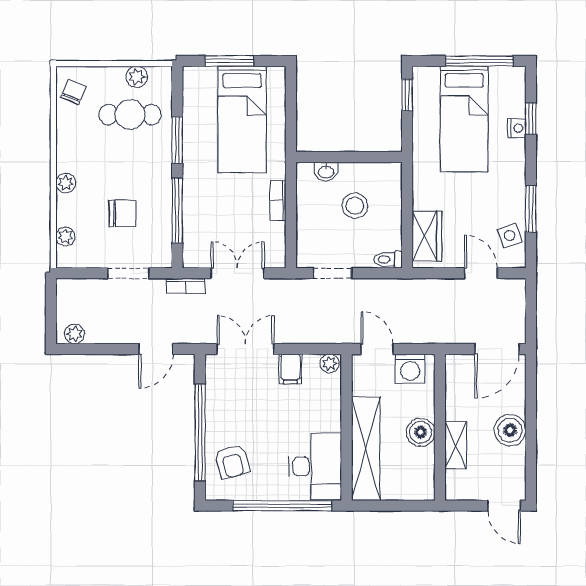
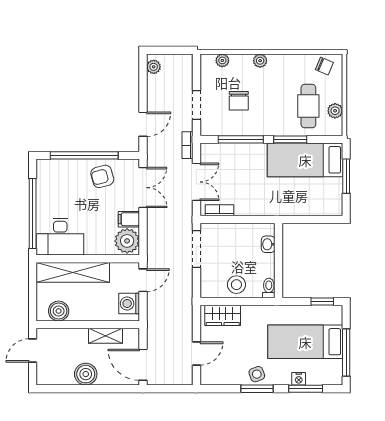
bed: (242, 119) -> (305, 160), moved
window: (531, 119) -> (306, 389), width x1.50
bookcase: (278, 200) -> (220, 210), moved
stool: (355, 206) -> (236, 285), moved
window: (531, 209) -> (257, 389), moved
side table: (510, 236) -> (257, 374), moved
toilet: (388, 260) -> (269, 288), moved
doorway: (333, 273) -> (196, 249), width x1.38
door: (156, 349) -> (143, 124), swing flipped
plant: (330, 363) -> (127, 241), width x1.88, depth x1.88
boiler: (421, 432) -> (59, 311), moved
shelving: (456, 445) -> (106, 336), moved
armchair: (232, 462) -> (102, 176), moved
door: (504, 506) -> (33, 351), moved

